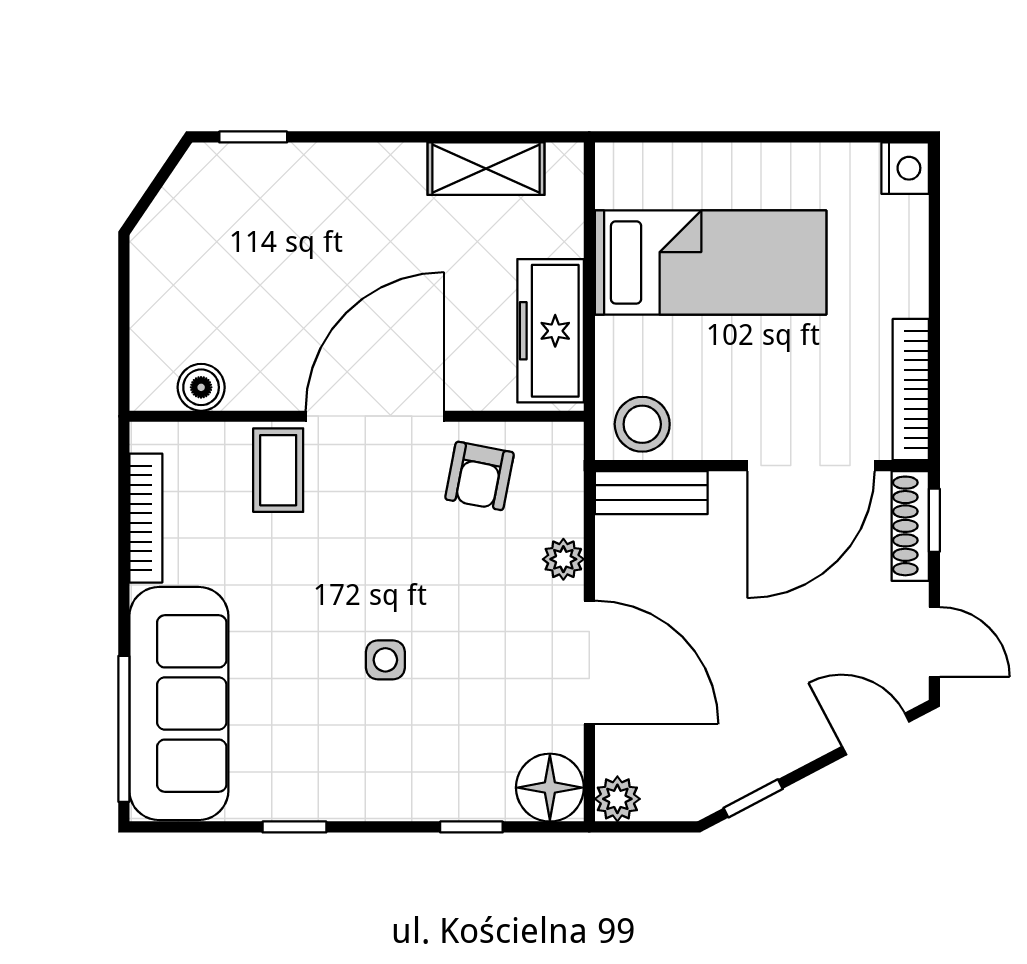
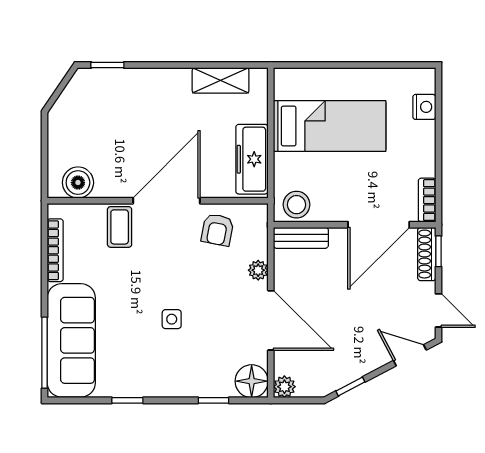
nightstand: (905, 168) -> (424, 107), moved
boiler: (201, 387) -> (78, 183), width x1.36, depth x1.36
bookcase: (911, 389) -> (427, 200), width x0.64

